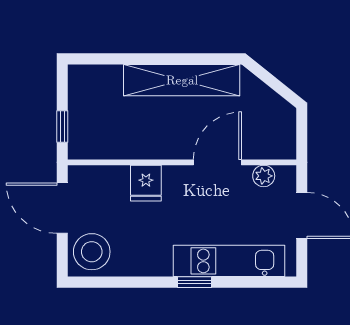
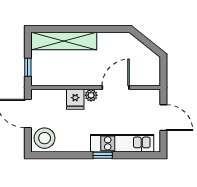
shelving: (182, 80) -> (64, 41), moved
plant: (264, 176) -> (91, 95), moved

